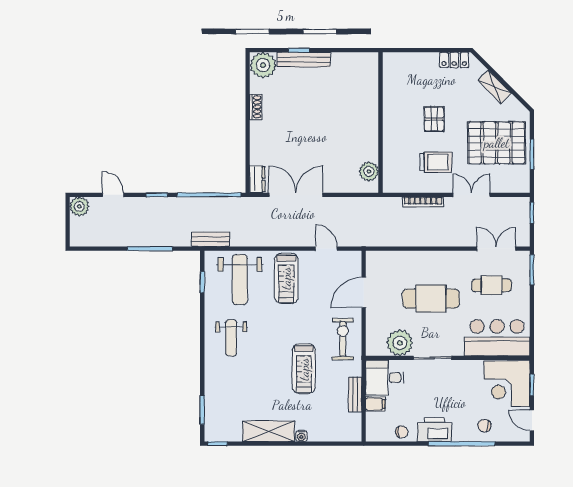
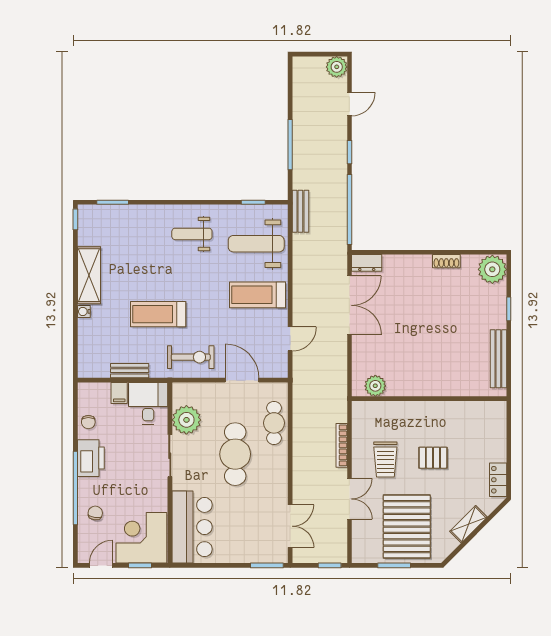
bench: (304, 60) -> (498, 359), moved
cafe table: (492, 285) -> (274, 423), moved

